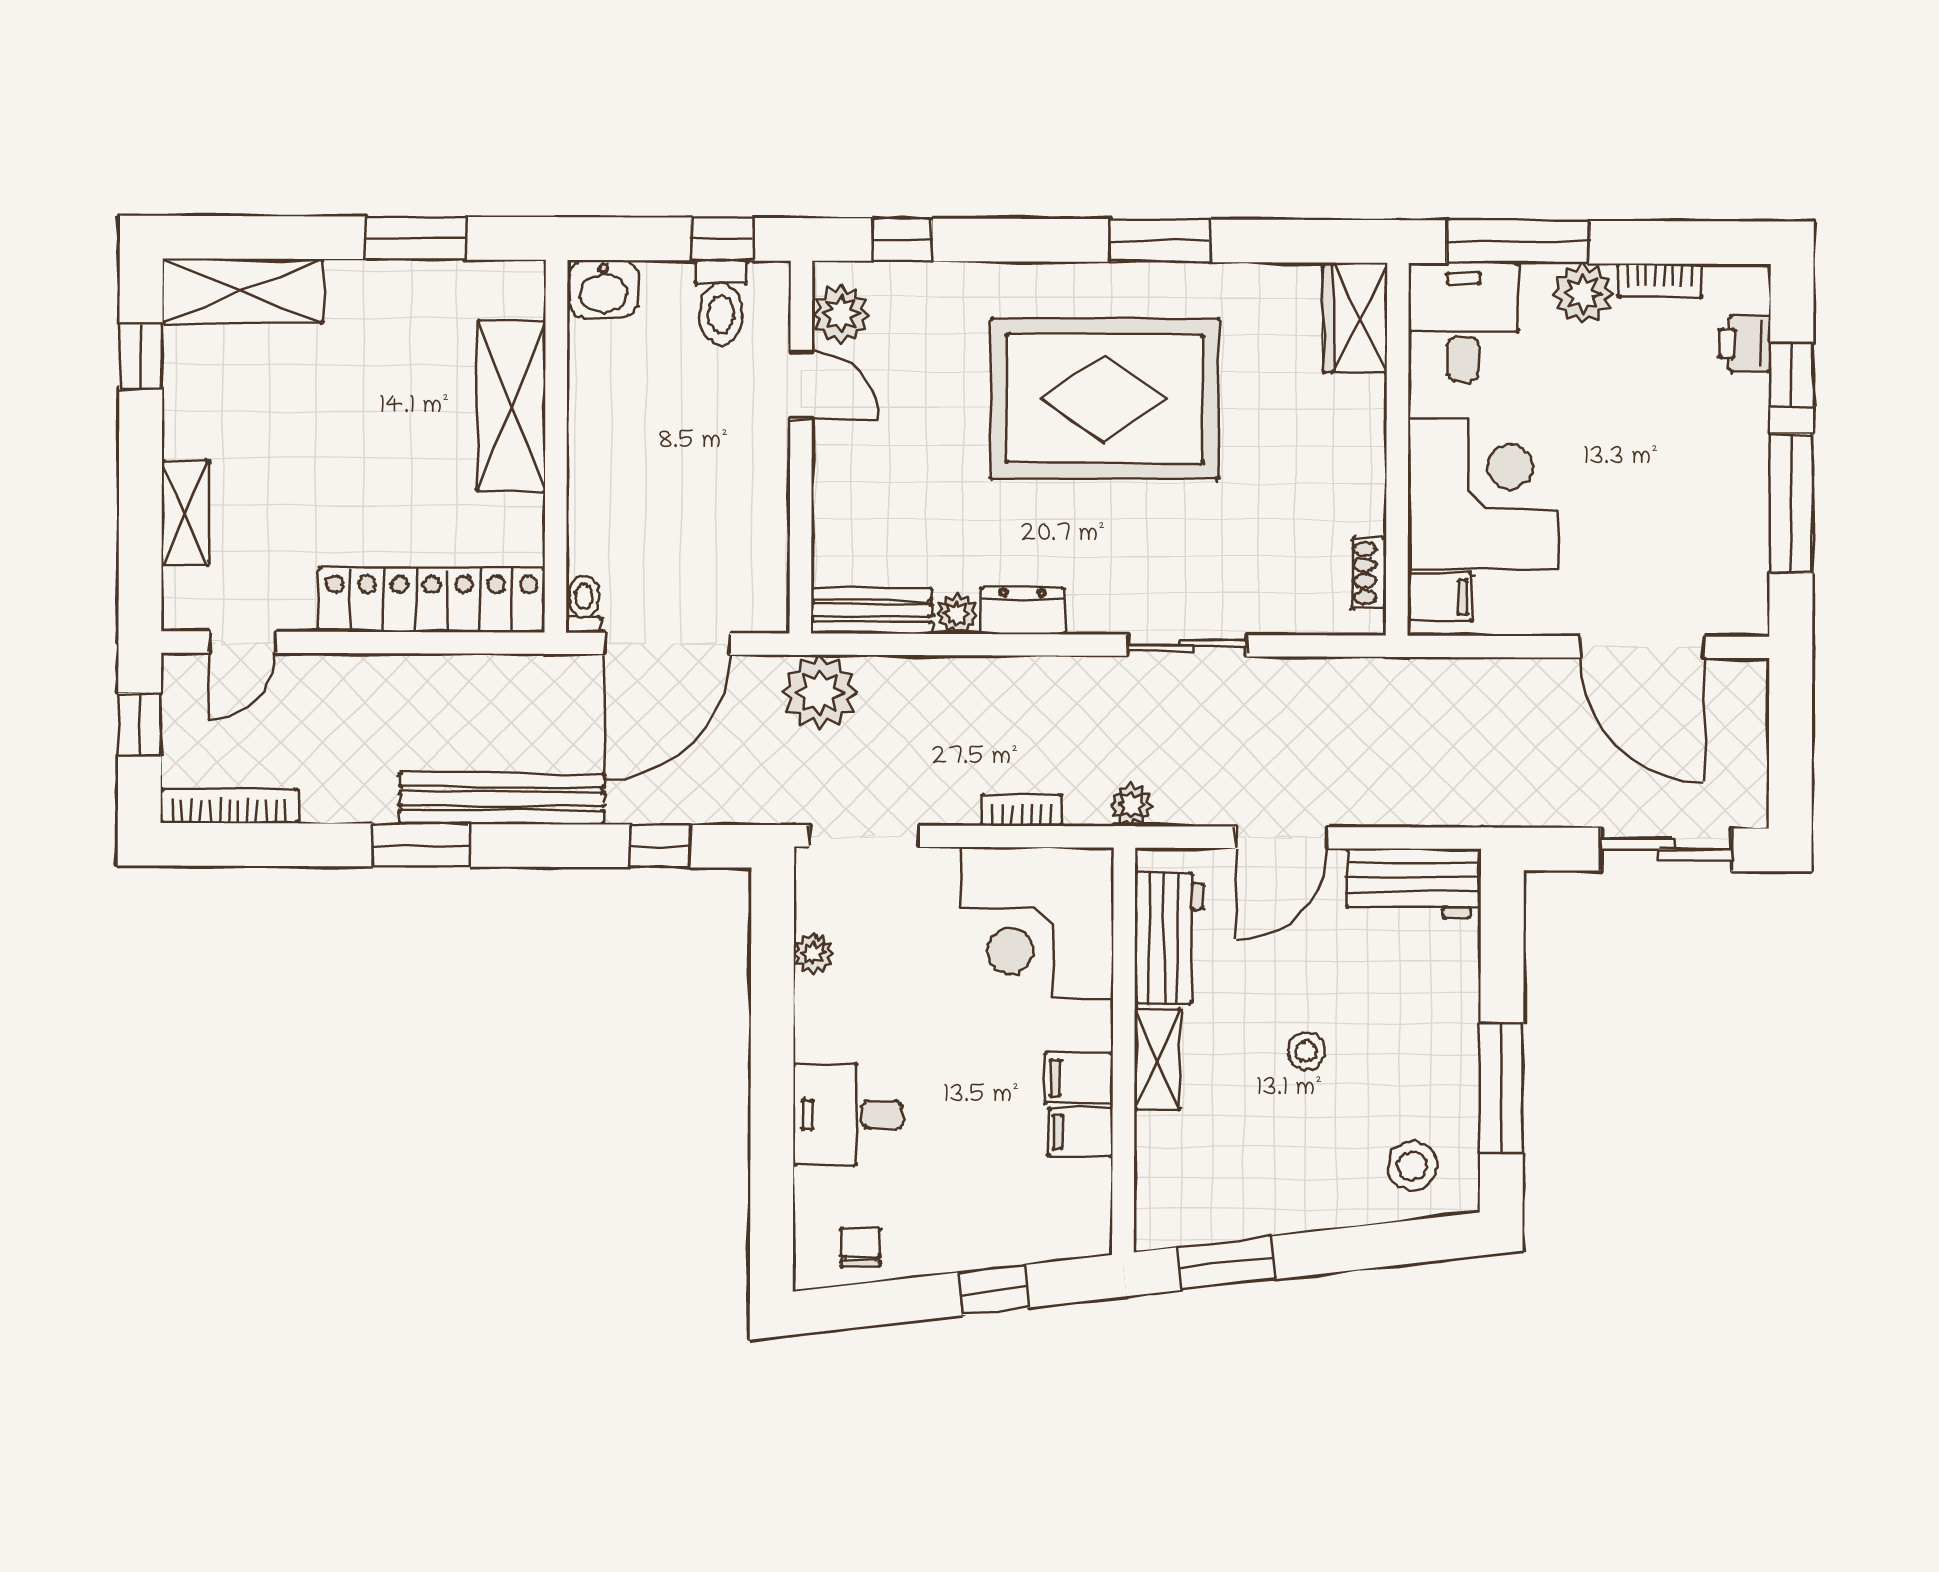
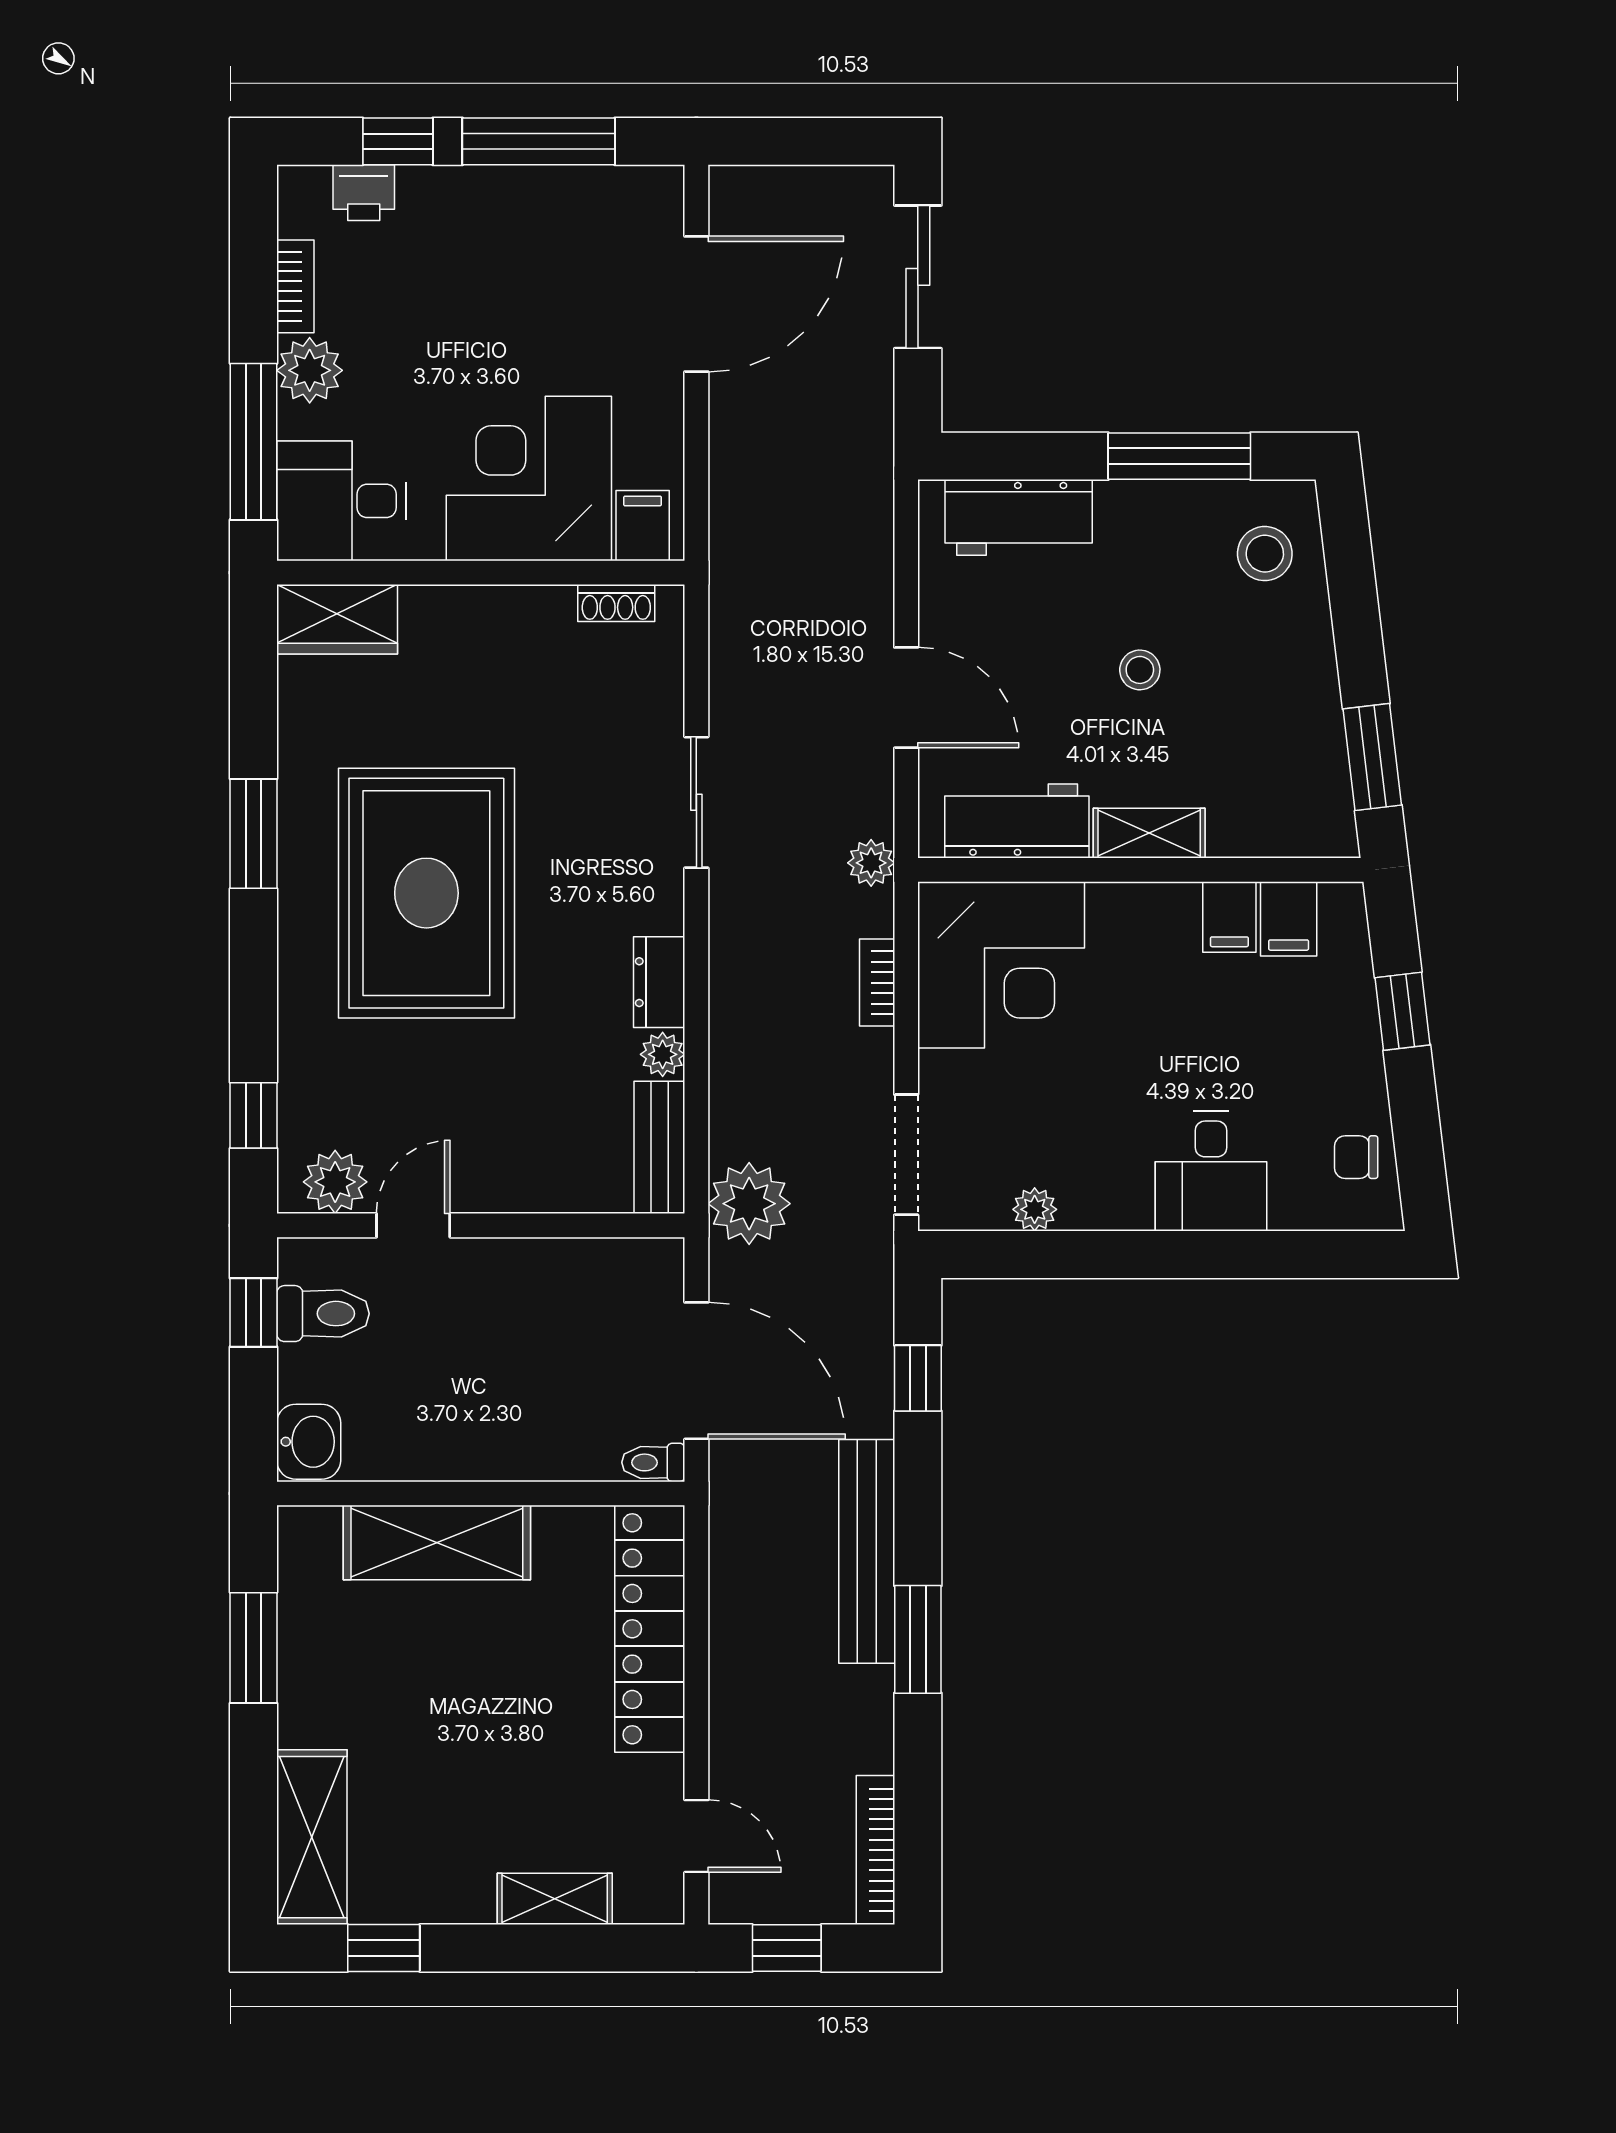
workbench: (1414, 883) -> (1019, 517), moved, turned 90
filing cabinet: (1079, 1078) -> (1289, 919), moved

